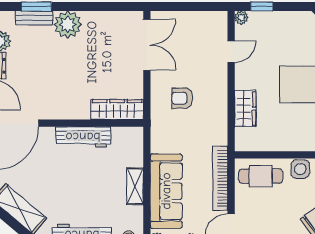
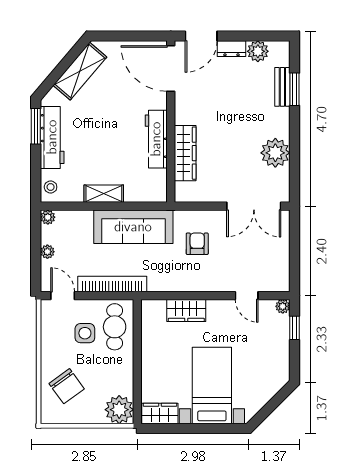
plant: (68, 25) -> (275, 153), moved
wardrobe: (117, 110) -> (185, 153), moved
side table: (300, 169) -> (85, 333), moved
sofa: (166, 191) -> (133, 227), moved

